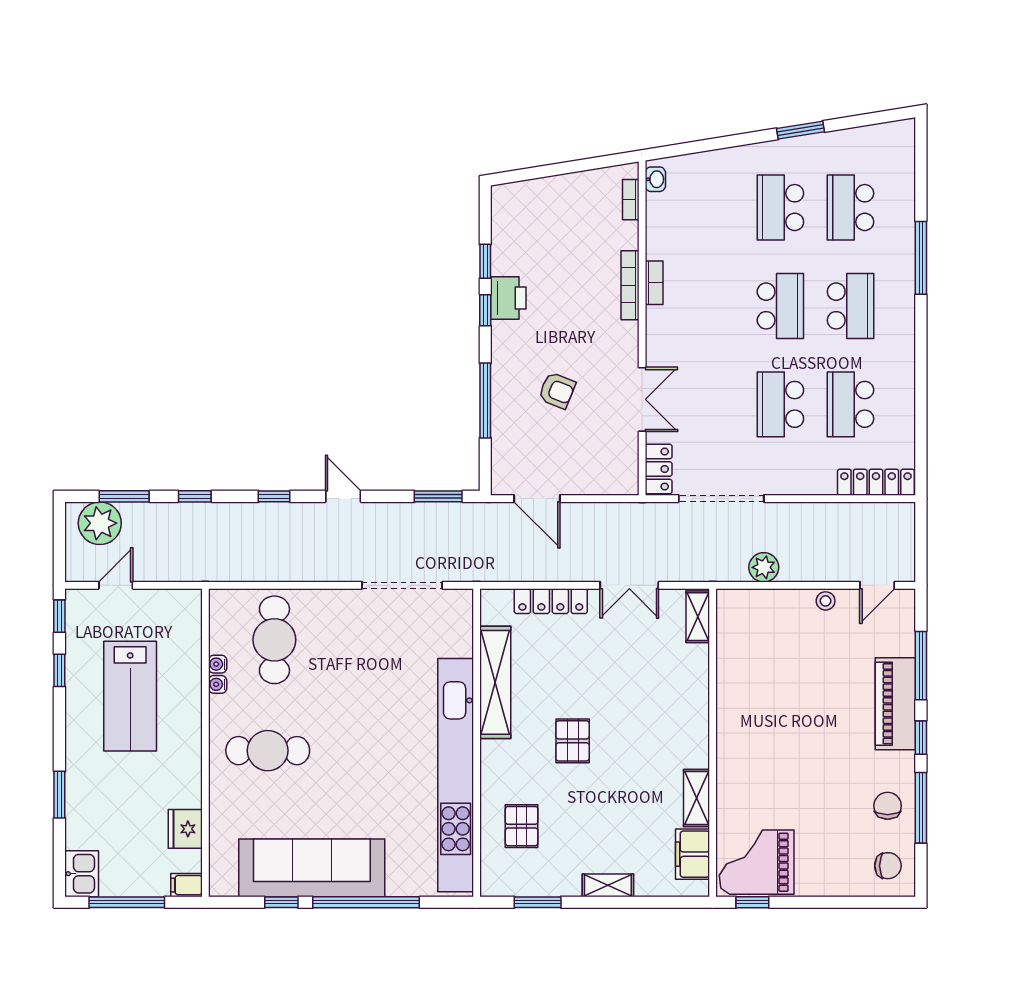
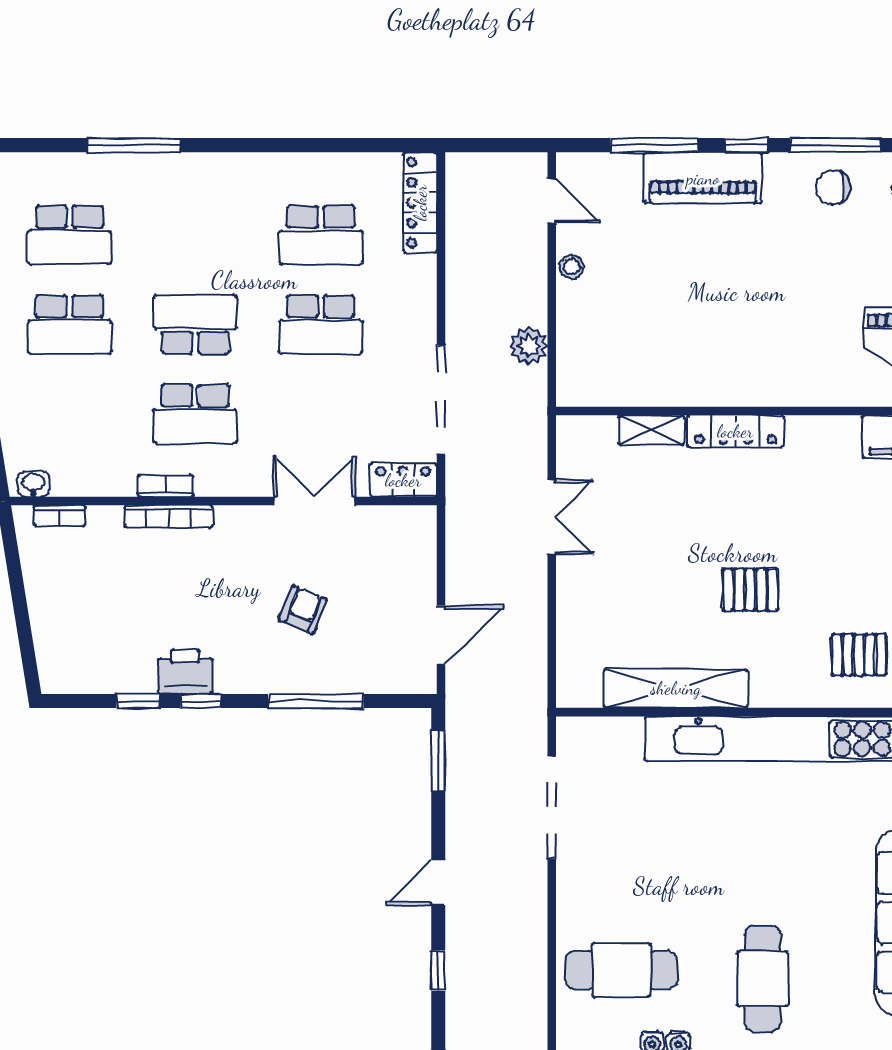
school desk: (850, 306) -> (195, 414), moved, turned 180
locker: (551, 601) -> (735, 431), moved, turned 90
shelving: (698, 617) -> (651, 430), moved
shelving: (696, 798) -> (823, 432), removed

